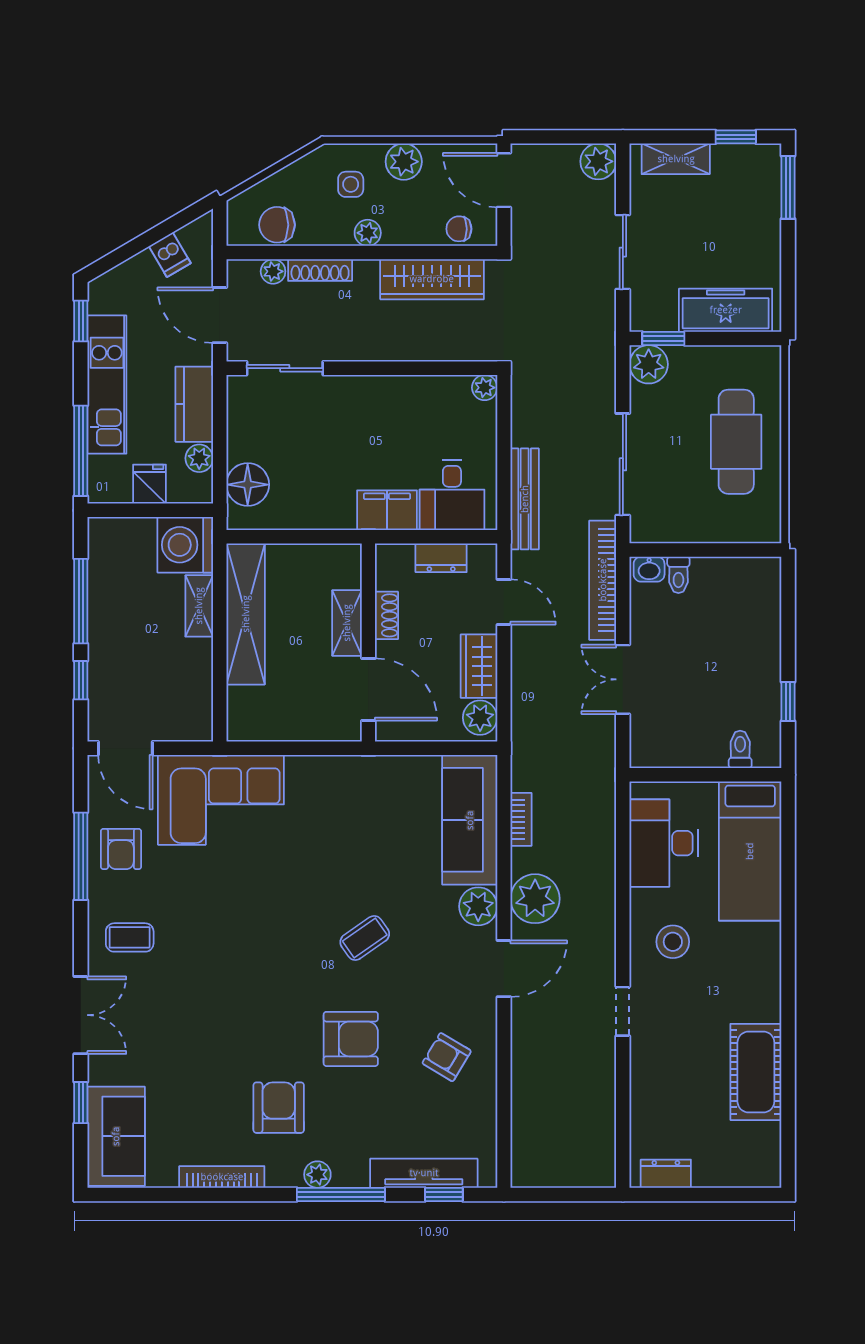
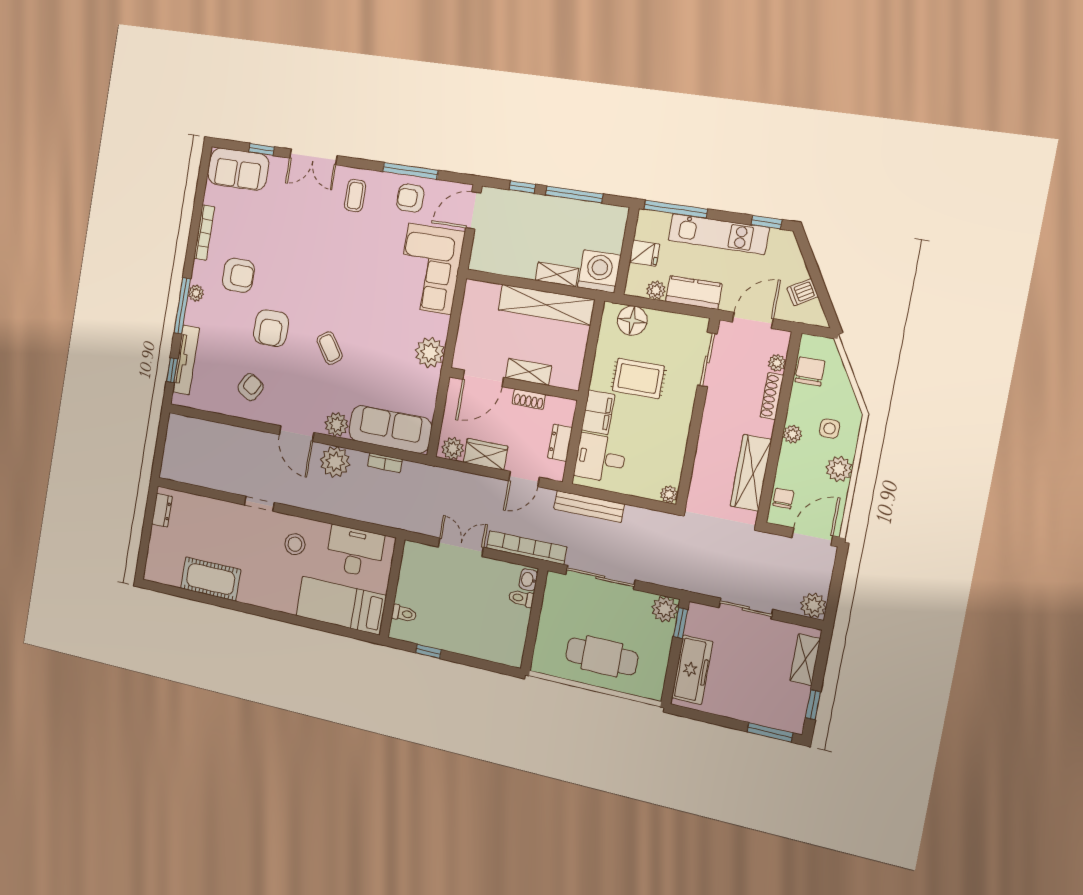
rug: (328, 461) -> (638, 378), added
plant: (344, 778) -> (430, 352), added

